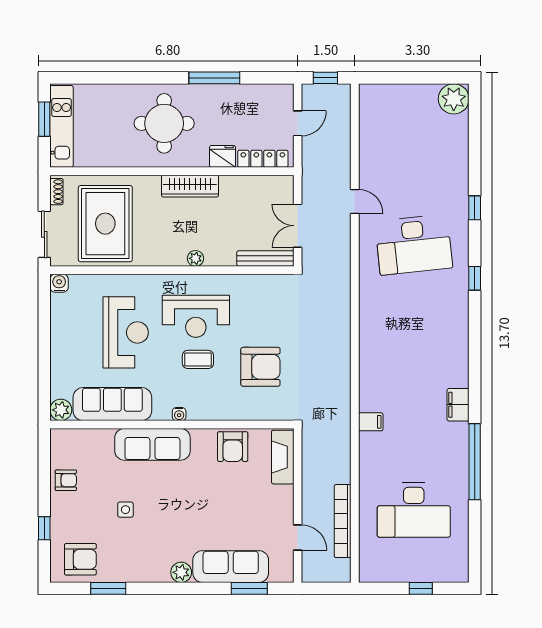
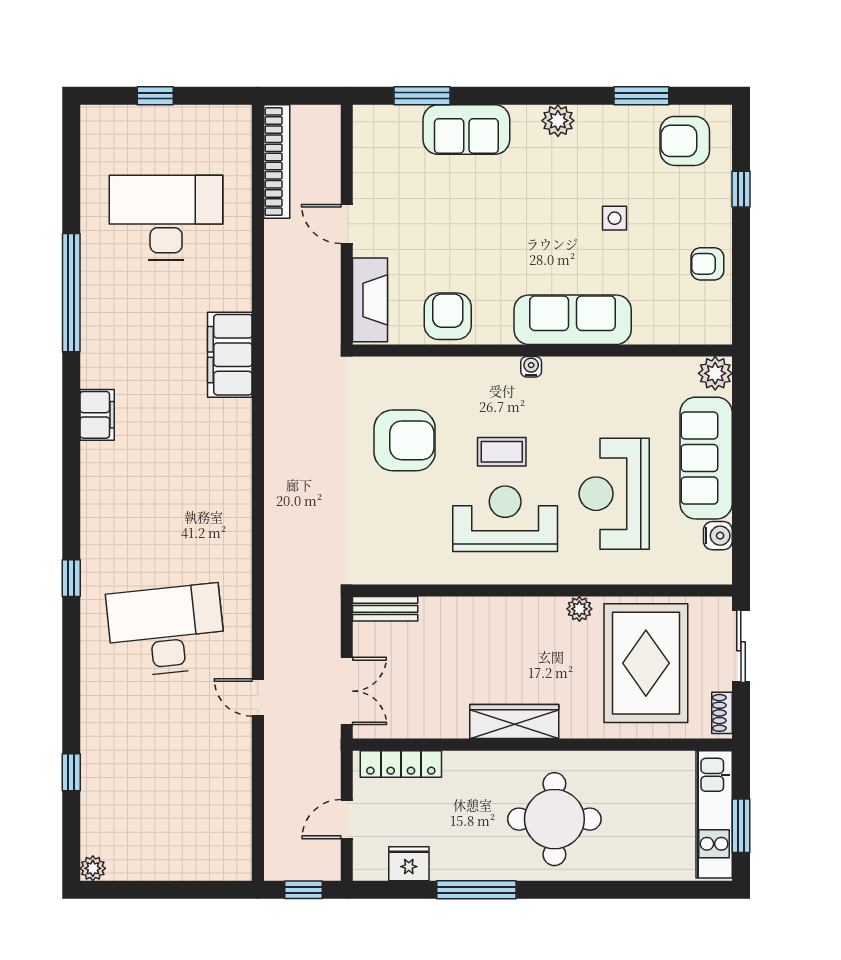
plant: (454, 99) -> (93, 868), width x0.53, depth x0.53
fridge: (222, 156) -> (409, 864), moved, turned 180
window: (475, 208) -> (71, 772), moved
double door: (298, 226) -> (347, 691), moved
plant: (195, 258) -> (579, 609), moved
bench: (265, 258) -> (385, 609), width x0.73
water cooler: (59, 283) -> (718, 536), moved, turned -90
armchair: (260, 367) -> (405, 440), turned 180
sofa: (112, 404) -> (706, 458), moved, turned 90
filing cabinet: (458, 405) -> (97, 415), moved
filing cabinet: (371, 422) -> (230, 355), width x3.00, depth x1.17
bookcase: (343, 521) -> (277, 162), moved
door: (298, 538) -> (347, 224), moved
sofa: (231, 567) -> (466, 129), width x0.73
plant: (181, 572) -> (558, 121), moved

